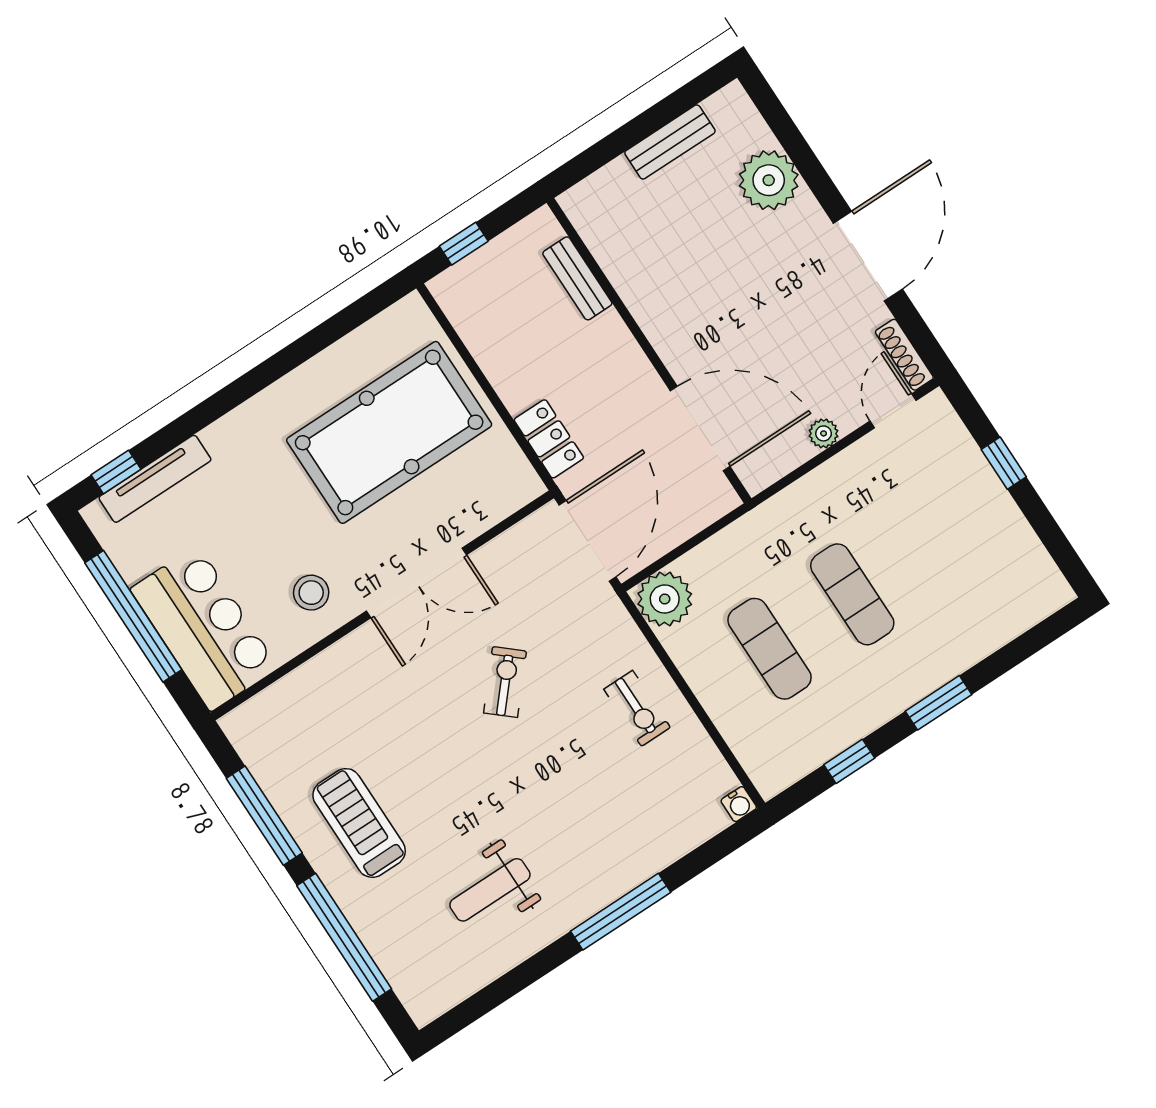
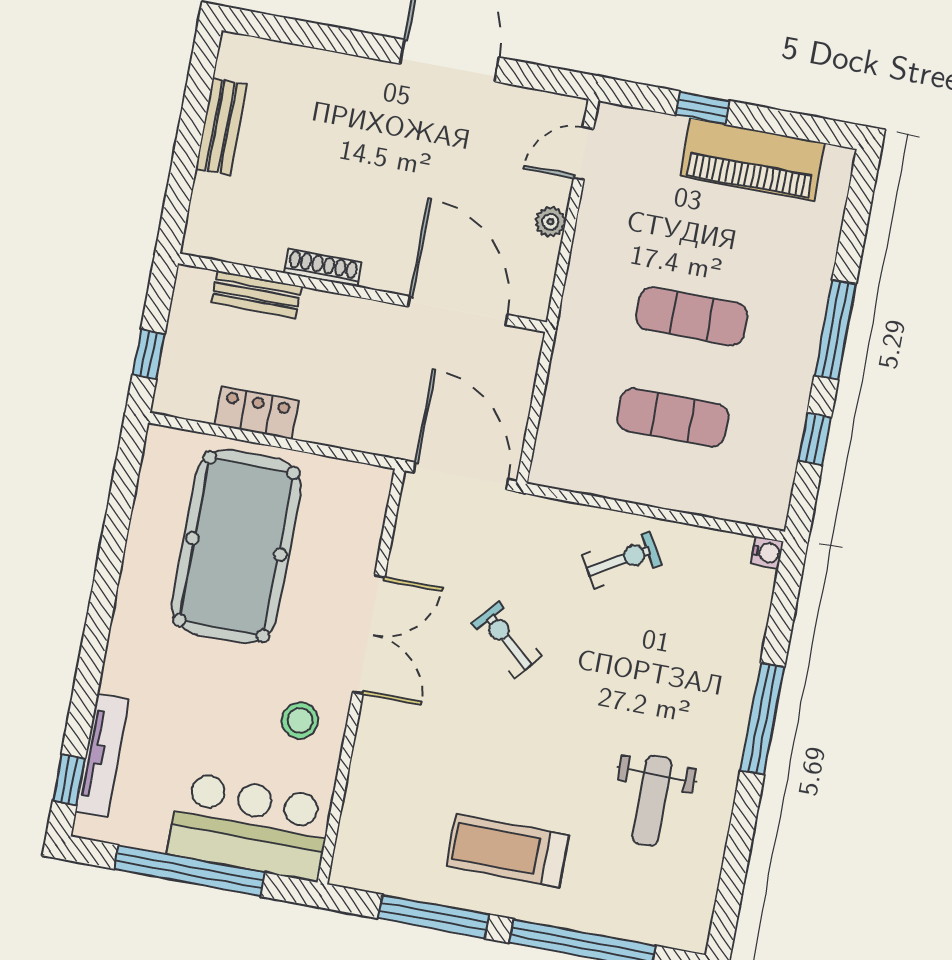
plant: (769, 180) -> (321, 80), removed
shoe rack: (904, 355) -> (323, 268), moved, turned 180
door: (893, 411) -> (583, 153), hinge flipped
door: (700, 429) -> (458, 311), hinge flipped
locker: (549, 439) -> (256, 413), moved
piano: (1001, 532) -> (752, 160), added
plant: (665, 599) -> (560, 460), removed
window: (938, 703) -> (835, 330), width x1.44
exercise bike: (637, 708) -> (622, 560), turned -30

